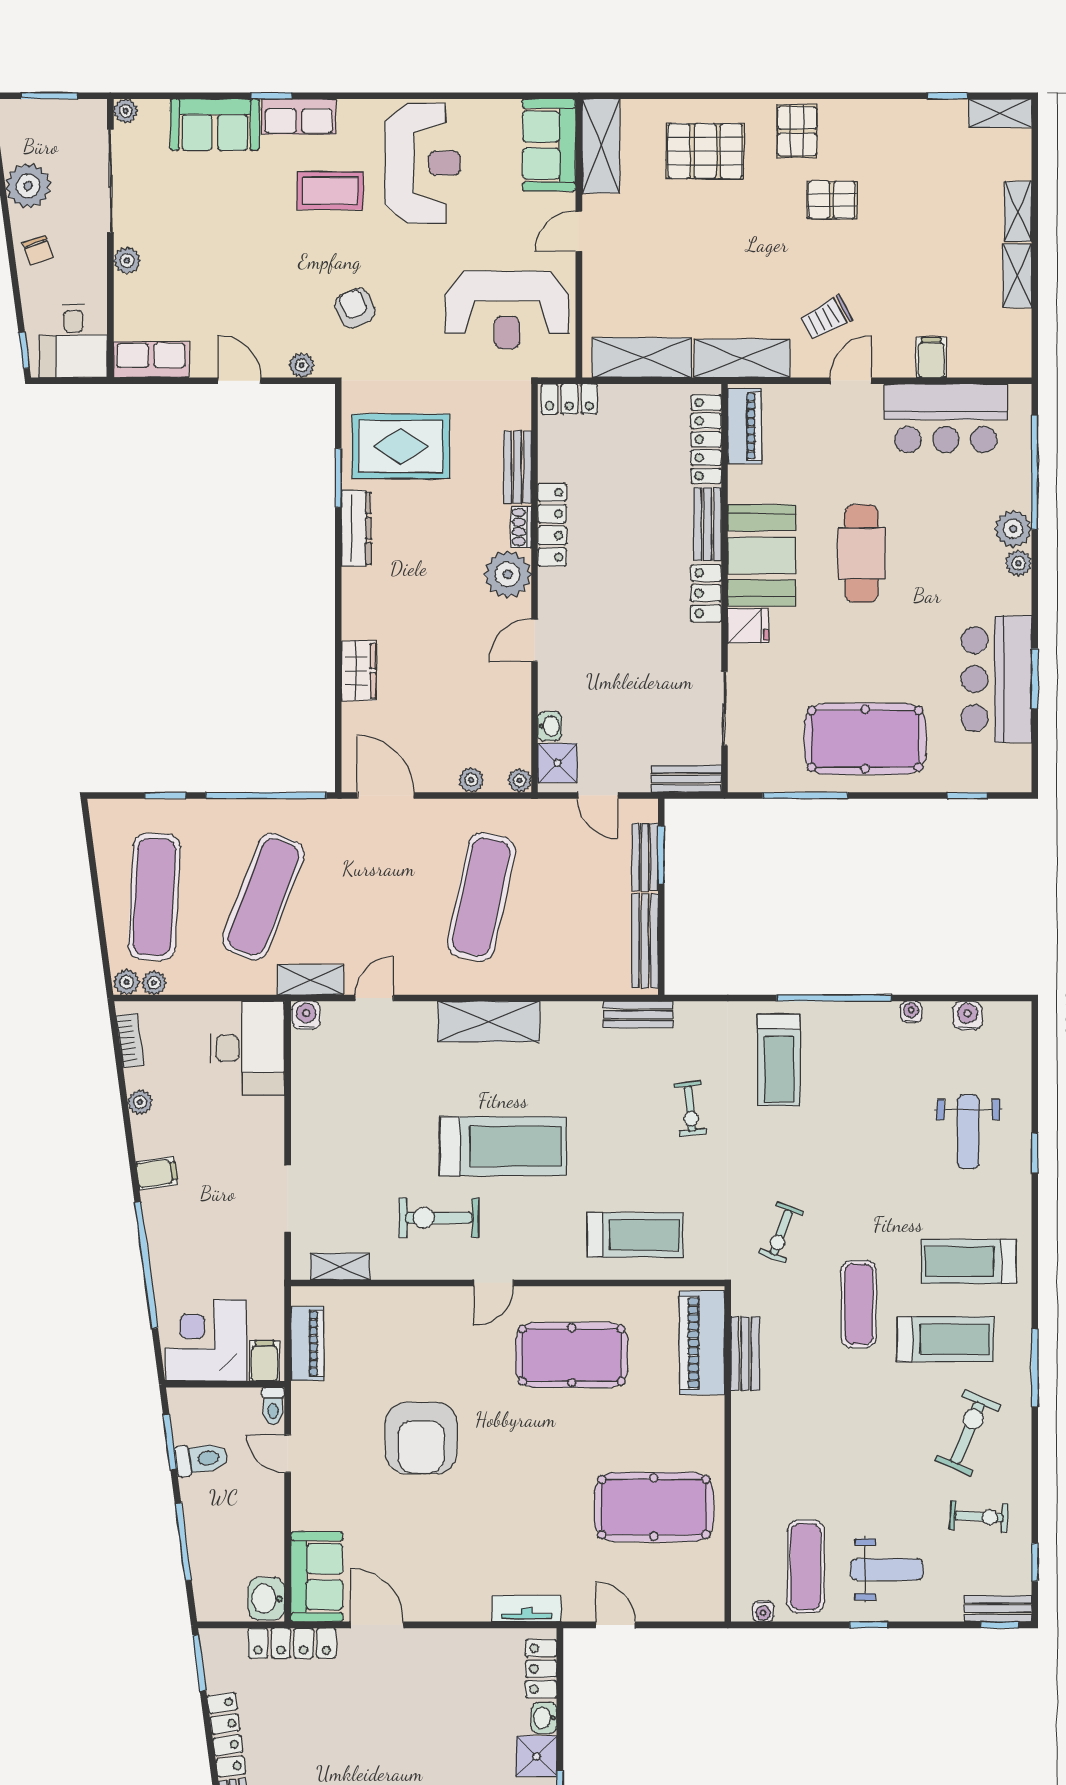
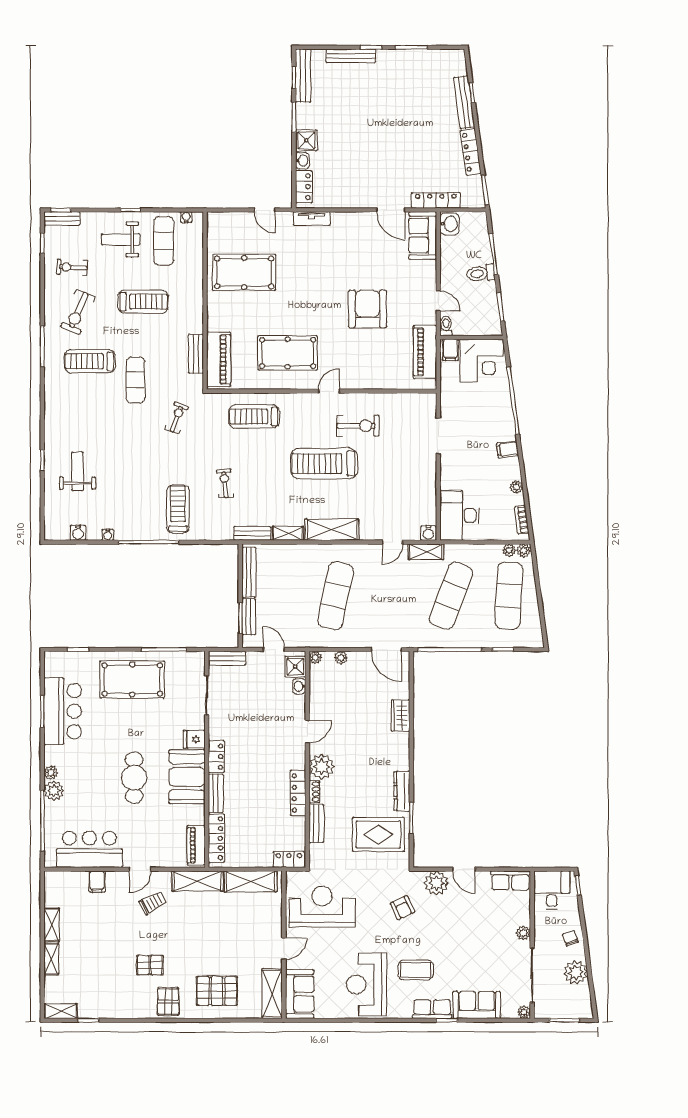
plant: (302, 365) -> (436, 883), width x1.88, depth x1.88
treadmill: (969, 1262) -> (143, 302), moved
shelving: (340, 1267) -> (288, 533), moved
piano: (307, 1343) -> (425, 352), width x1.37, depth x1.33
toilet: (201, 1459) -> (481, 273), moved

